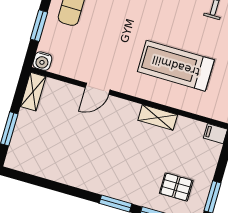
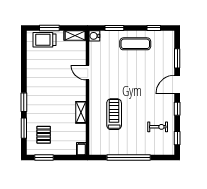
treadmill: (176, 66) -> (114, 114), width x0.73, depth x0.73
trolley: (26, 142) -> (44, 40), added

